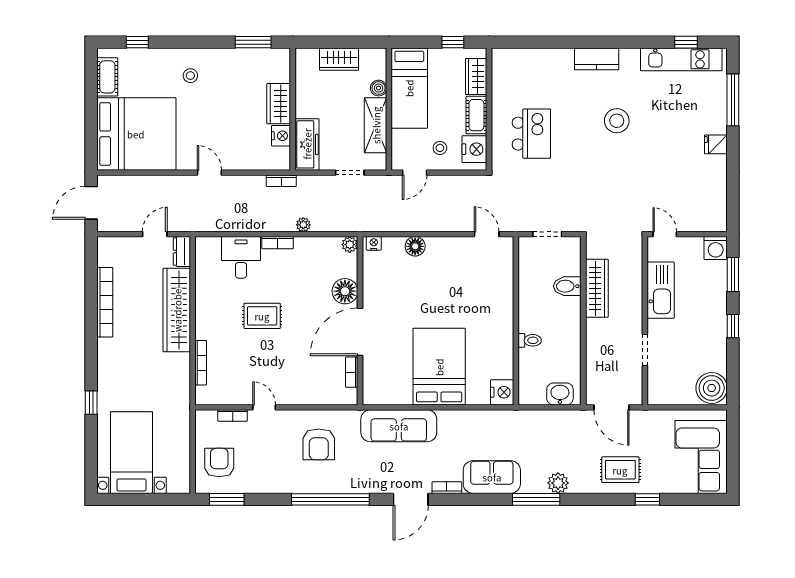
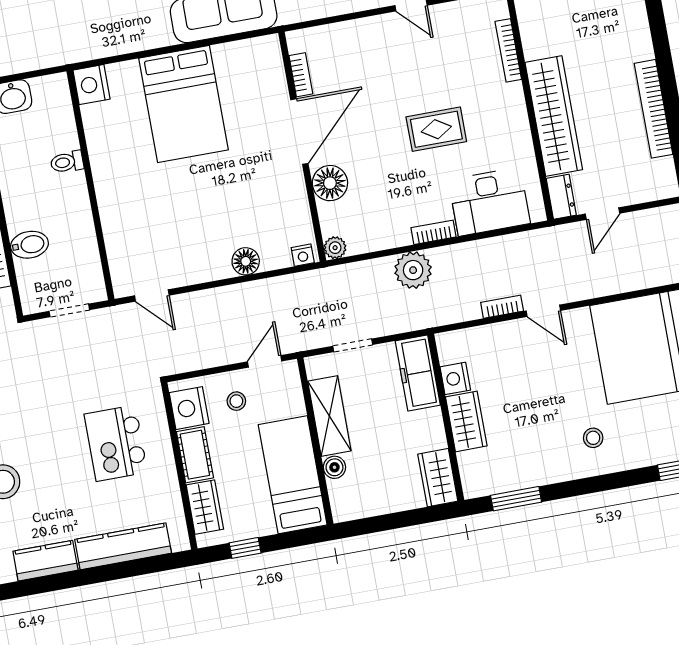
wardrobe: (339, 59) -> (438, 478), moved, turned -90
kitchen counter: (539, 59) -> (123, 546), added
bookcase: (281, 181) -> (502, 307), moved
plant: (303, 225) -> (413, 270), width x1.88, depth x1.88
desk: (241, 257) -> (489, 202), width x1.37

